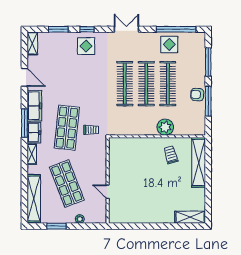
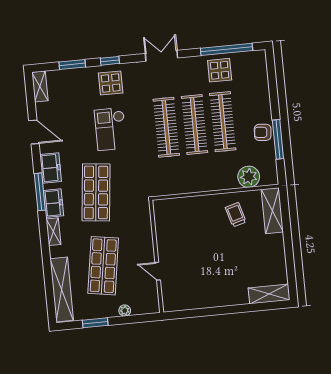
window: (208, 62) -> (273, 88), removed
checkout: (83, 81) -> (111, 129), added
freezer: (34, 106) -> (51, 168), width x0.71
plant: (165, 127) -> (249, 177), moved
trolley: (91, 130) -> (128, 192), removed
shelving: (199, 162) -> (272, 211), width x0.68
shop shelf: (67, 184) -> (103, 266), turned 30

